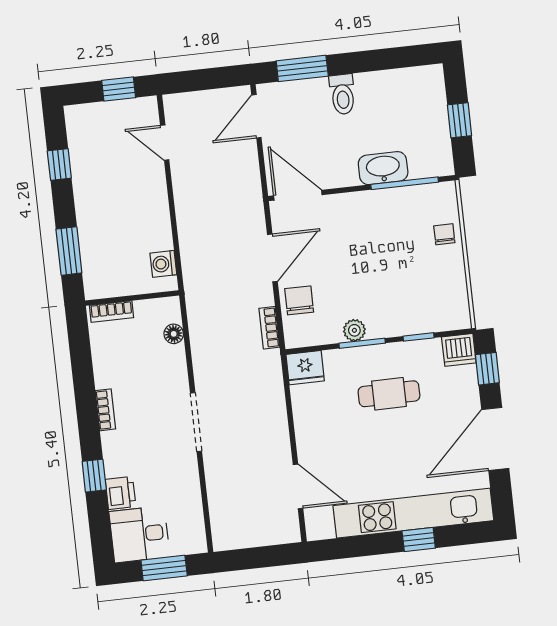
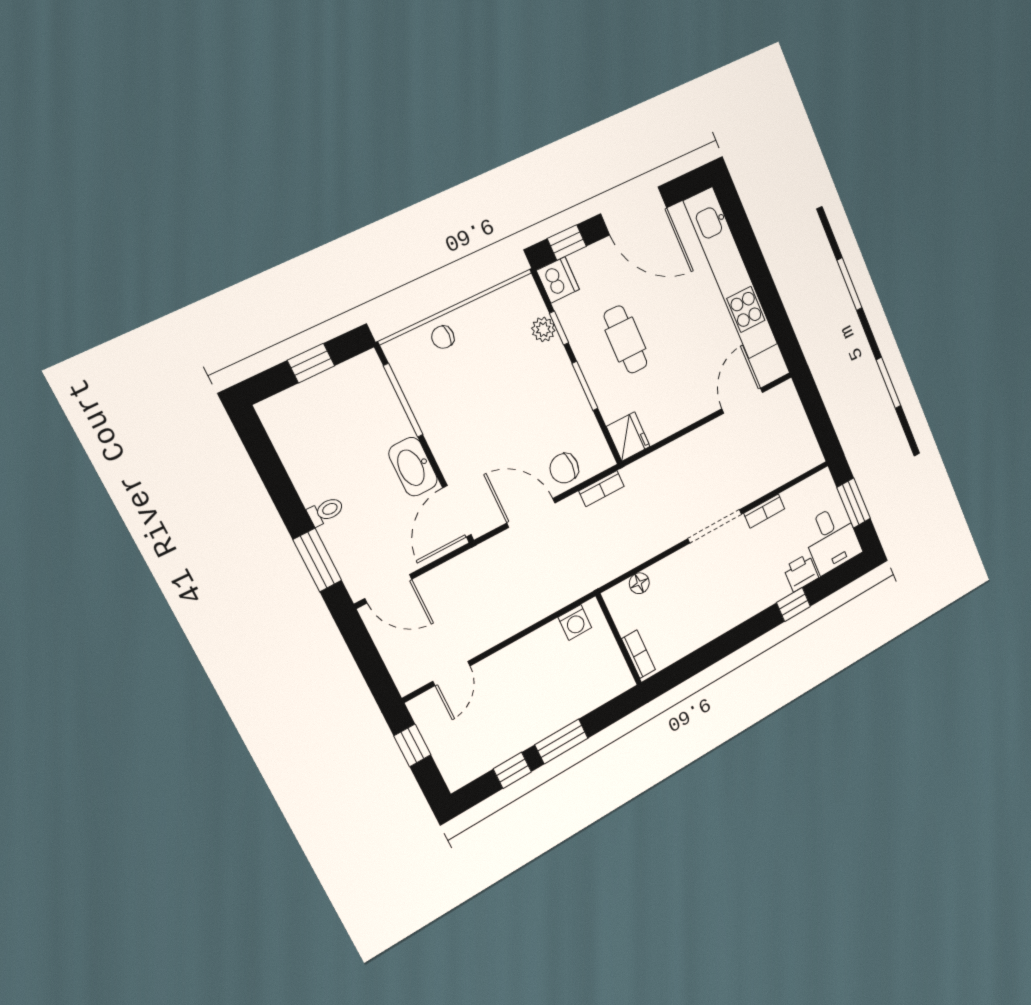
toilet: (343, 94) -> (326, 511), width x0.73, depth x0.72
washbasin: (383, 168) -> (413, 467), moved
window: (69, 251) -> (561, 741), moved
plant: (354, 330) -> (543, 329), moved
bookcase: (105, 410) -> (764, 511), moved, turned 180
window: (419, 539) -> (754, 259), removed

